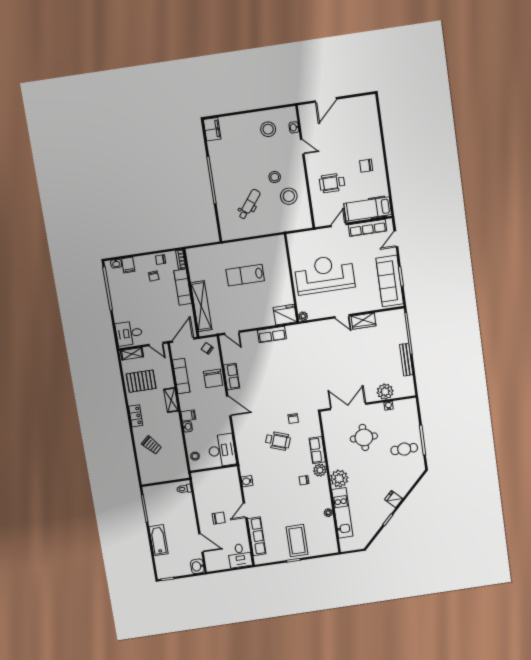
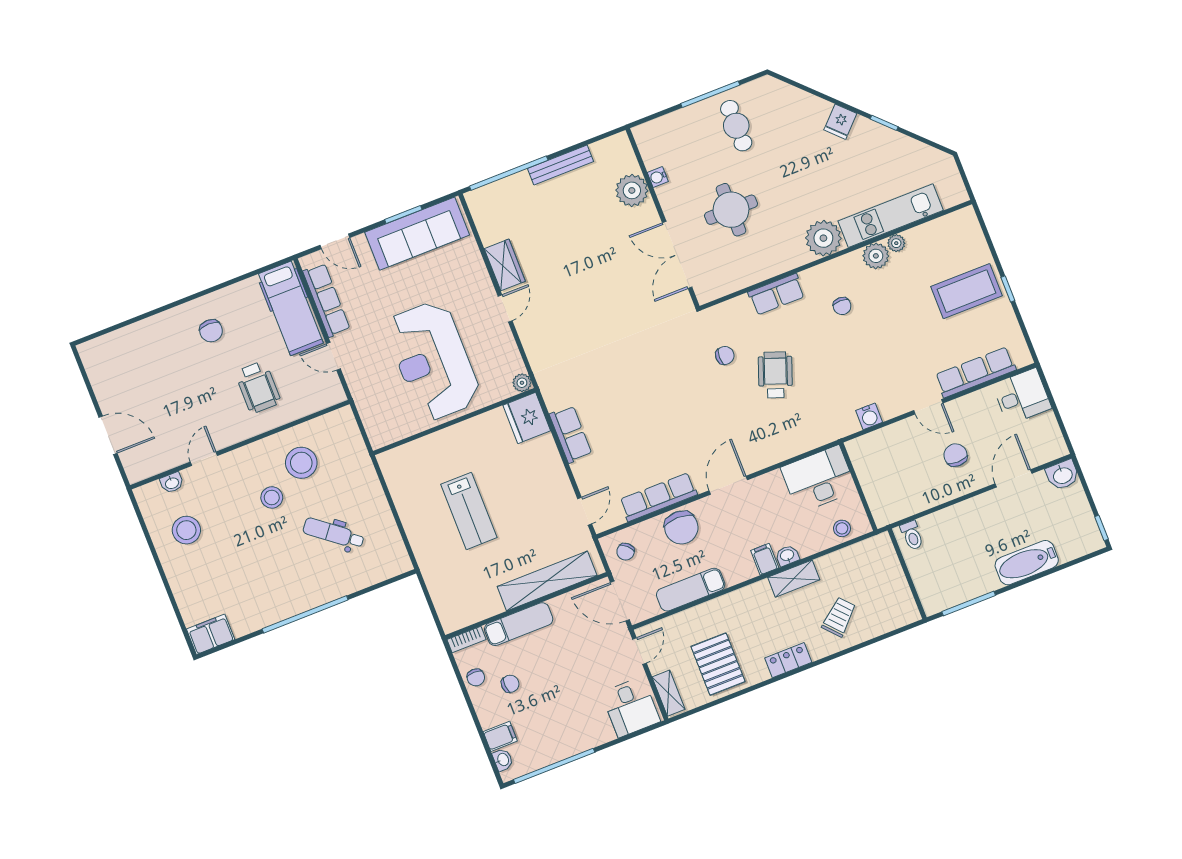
row of seats: (232, 377) -> (658, 497), width x1.48
chair: (213, 378) -> (681, 528), turned 90
shelving: (171, 400) -> (794, 579), moved
plant: (320, 470) -> (876, 256), moved

